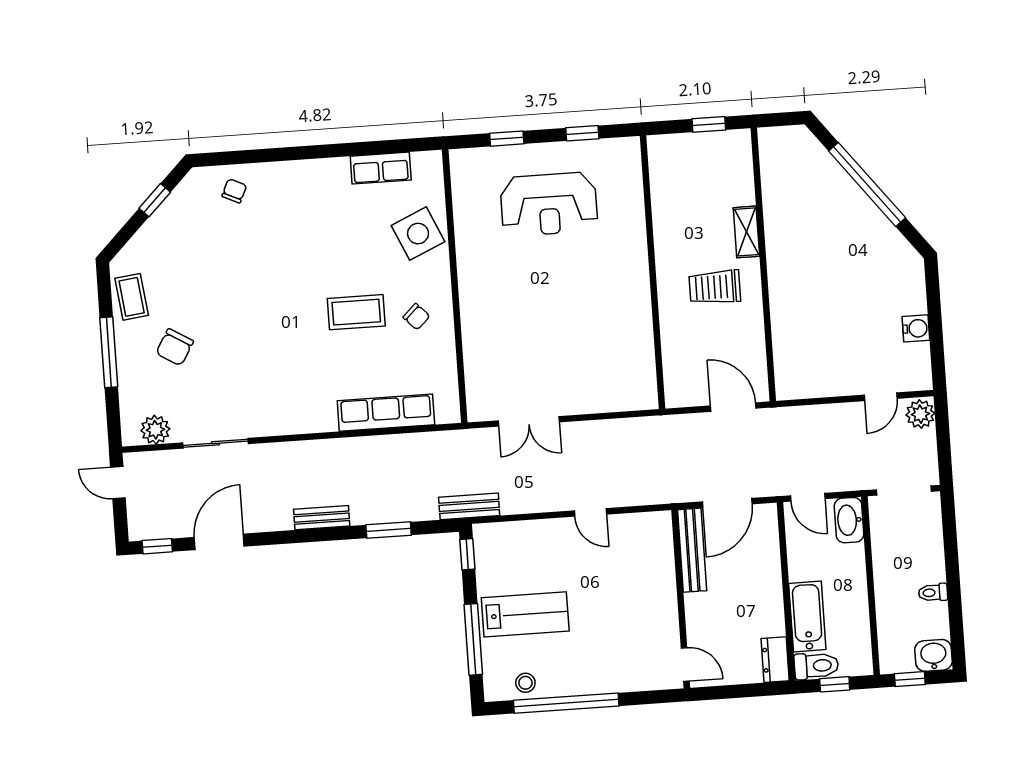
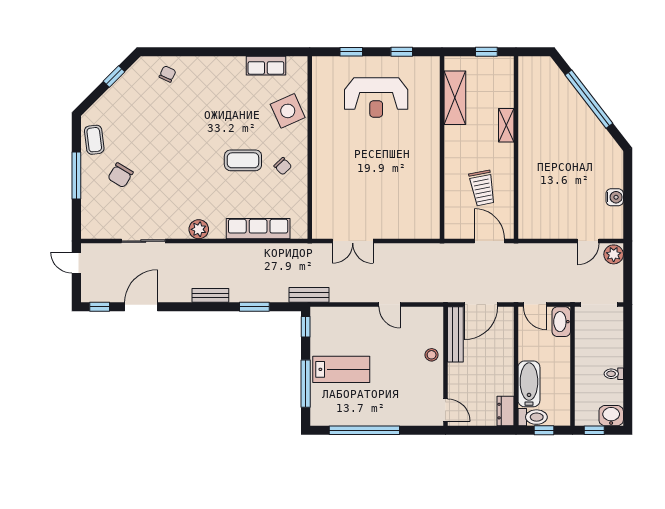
shelving: (667, 196) -> (455, 98), added
trolley: (715, 287) -> (482, 188), moved, turned -101
plant: (155, 430) -> (199, 229), moved
stool: (525, 683) -> (432, 355), moved

